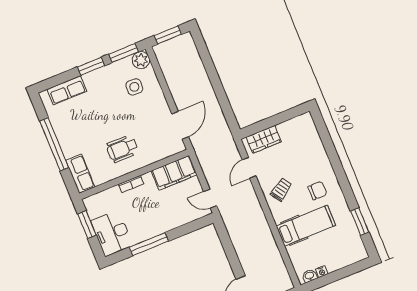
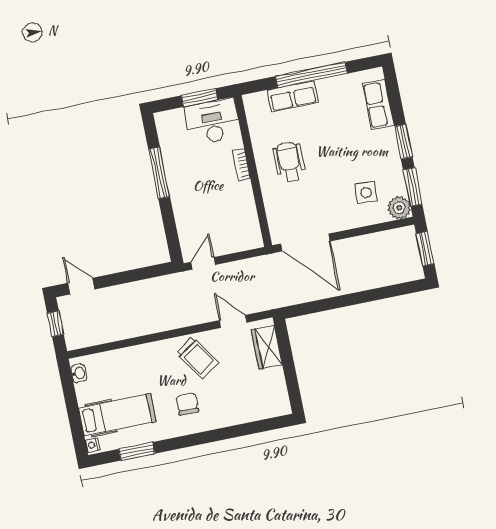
door: (180, 125) -> (305, 243), width x1.36
filing cabinet: (174, 173) -> (245, 223), removed
row of seats: (80, 174) -> (293, 96), moved
trolley: (281, 190) -> (197, 357), width x1.36, depth x1.39
chair: (317, 191) -> (187, 404), turned 180
hospital bed: (306, 226) -> (117, 415), moved, turned -90
desk: (112, 233) -> (213, 122), moved
nightstand: (322, 272) -> (92, 445), moved

